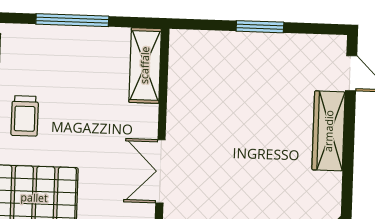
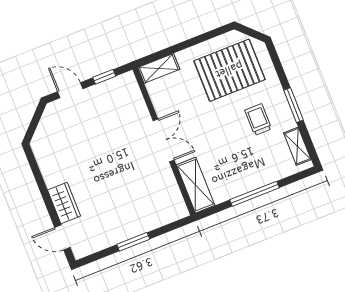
wardrobe: (329, 131) -> (64, 203), width x0.67
double door: (160, 171) -> (164, 140), moved

